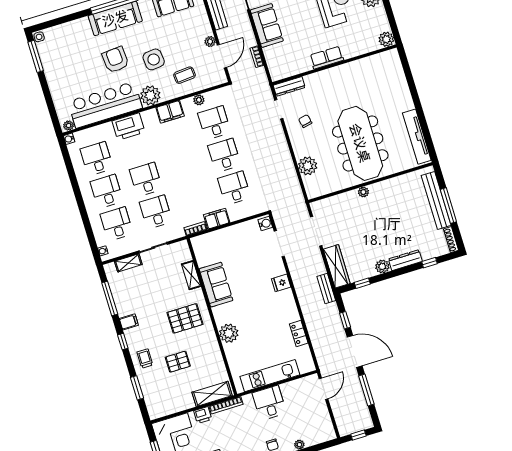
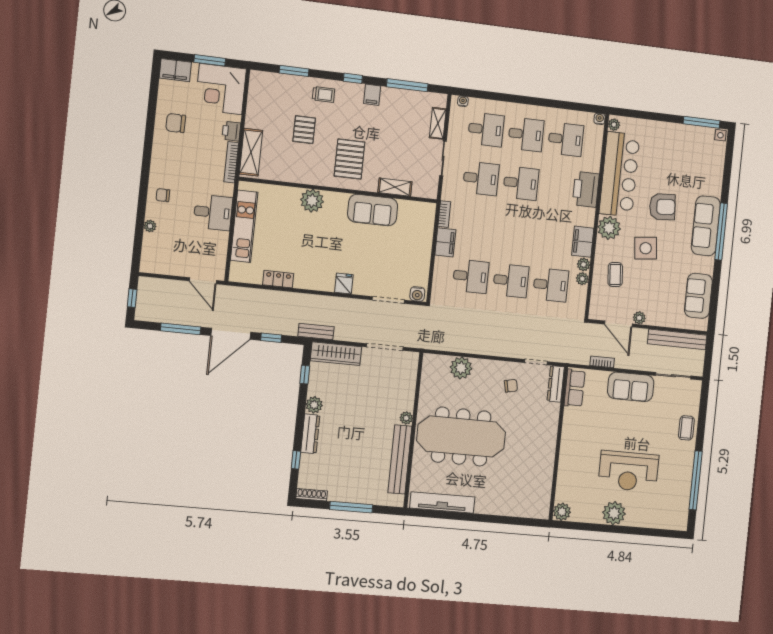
row of seats: (327, 58) -> (575, 388), moved
plant: (187, 104) -> (584, 265), added
bench: (436, 200) -> (400, 459), moved, turned 90

